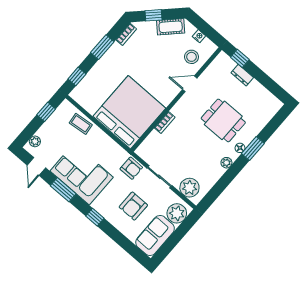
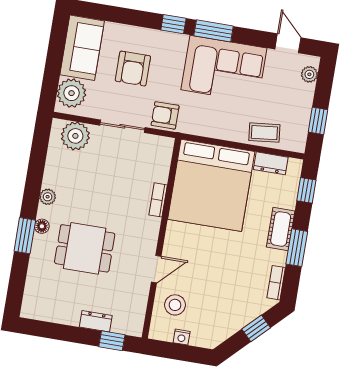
cot: (171, 27) -> (281, 229), moved, turned -45
dresser: (88, 104) -> (271, 163), added
window: (63, 190) -> (214, 31), moved
armchair: (133, 206) -> (133, 69), turned 180

